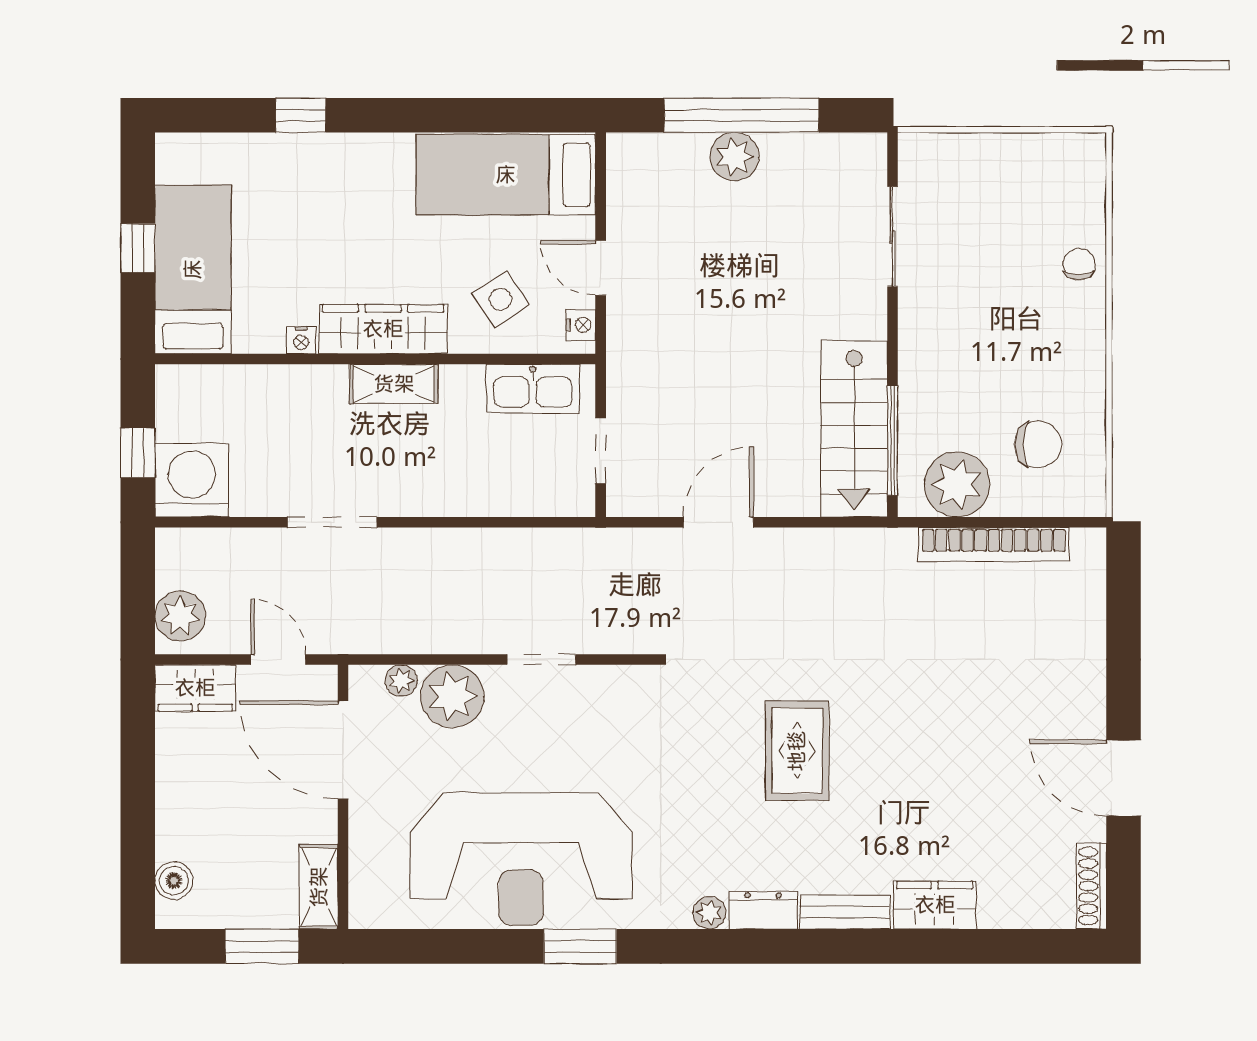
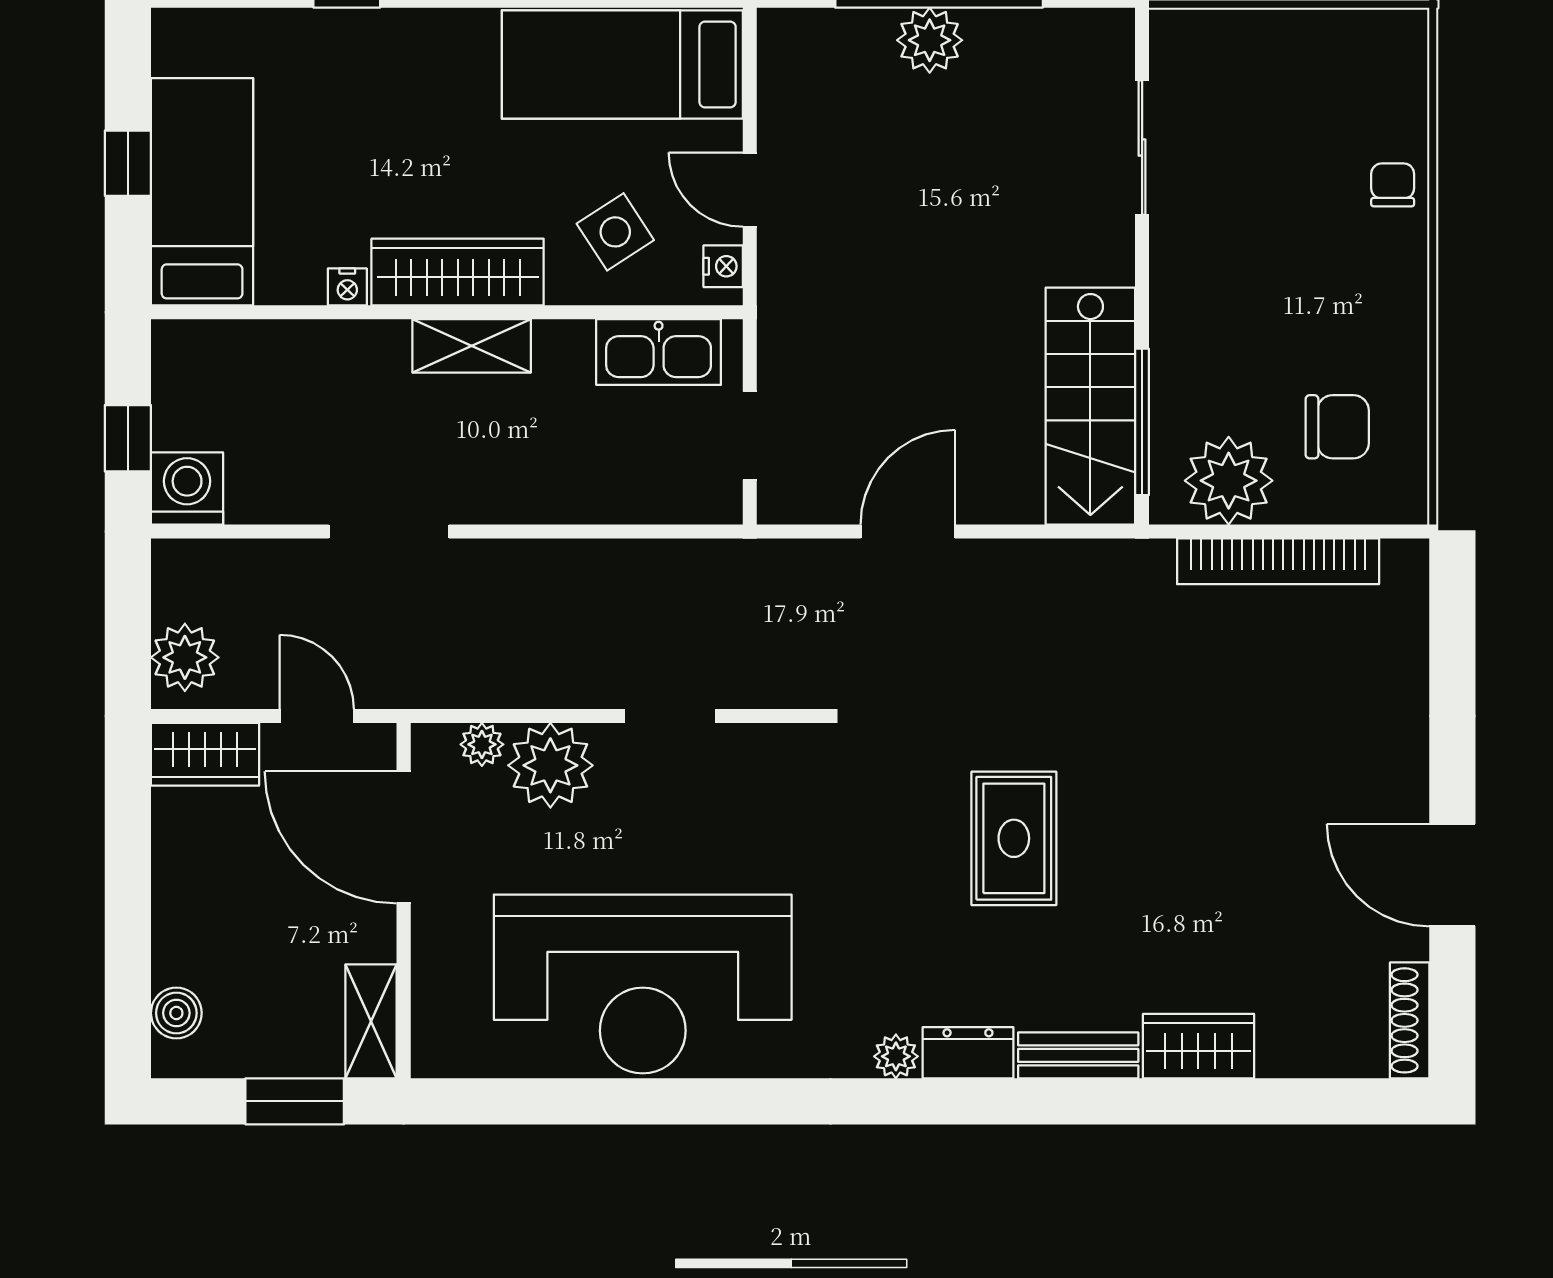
washing machine: (192, 480) -> (187, 488), width x0.73, depth x0.73
window: (580, 946) -> (722, 1101), removed

